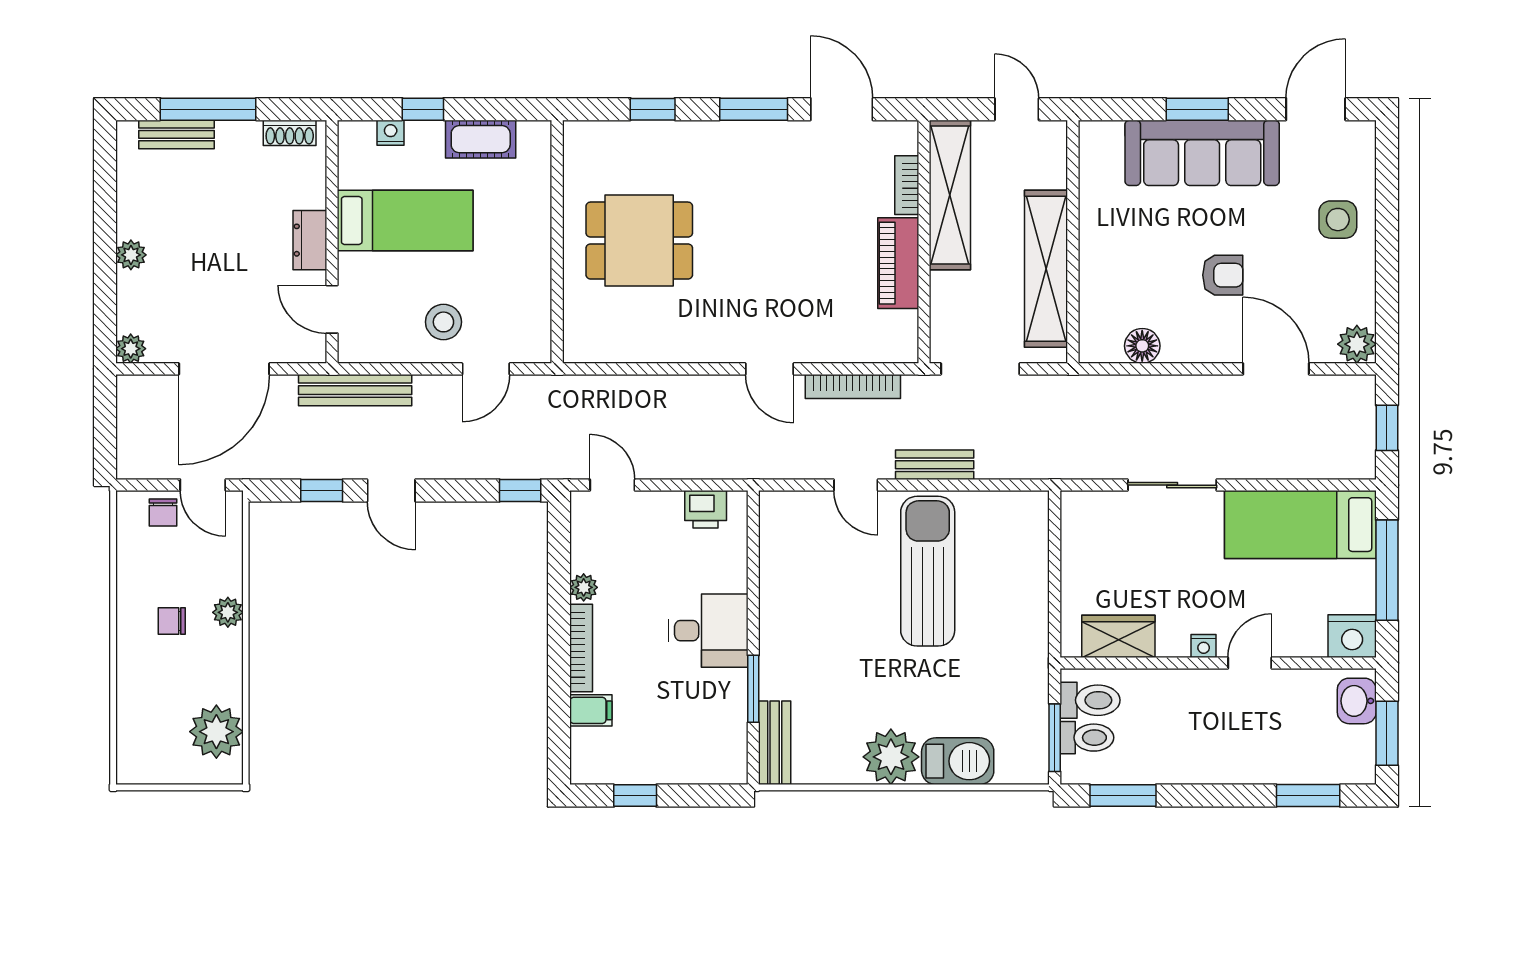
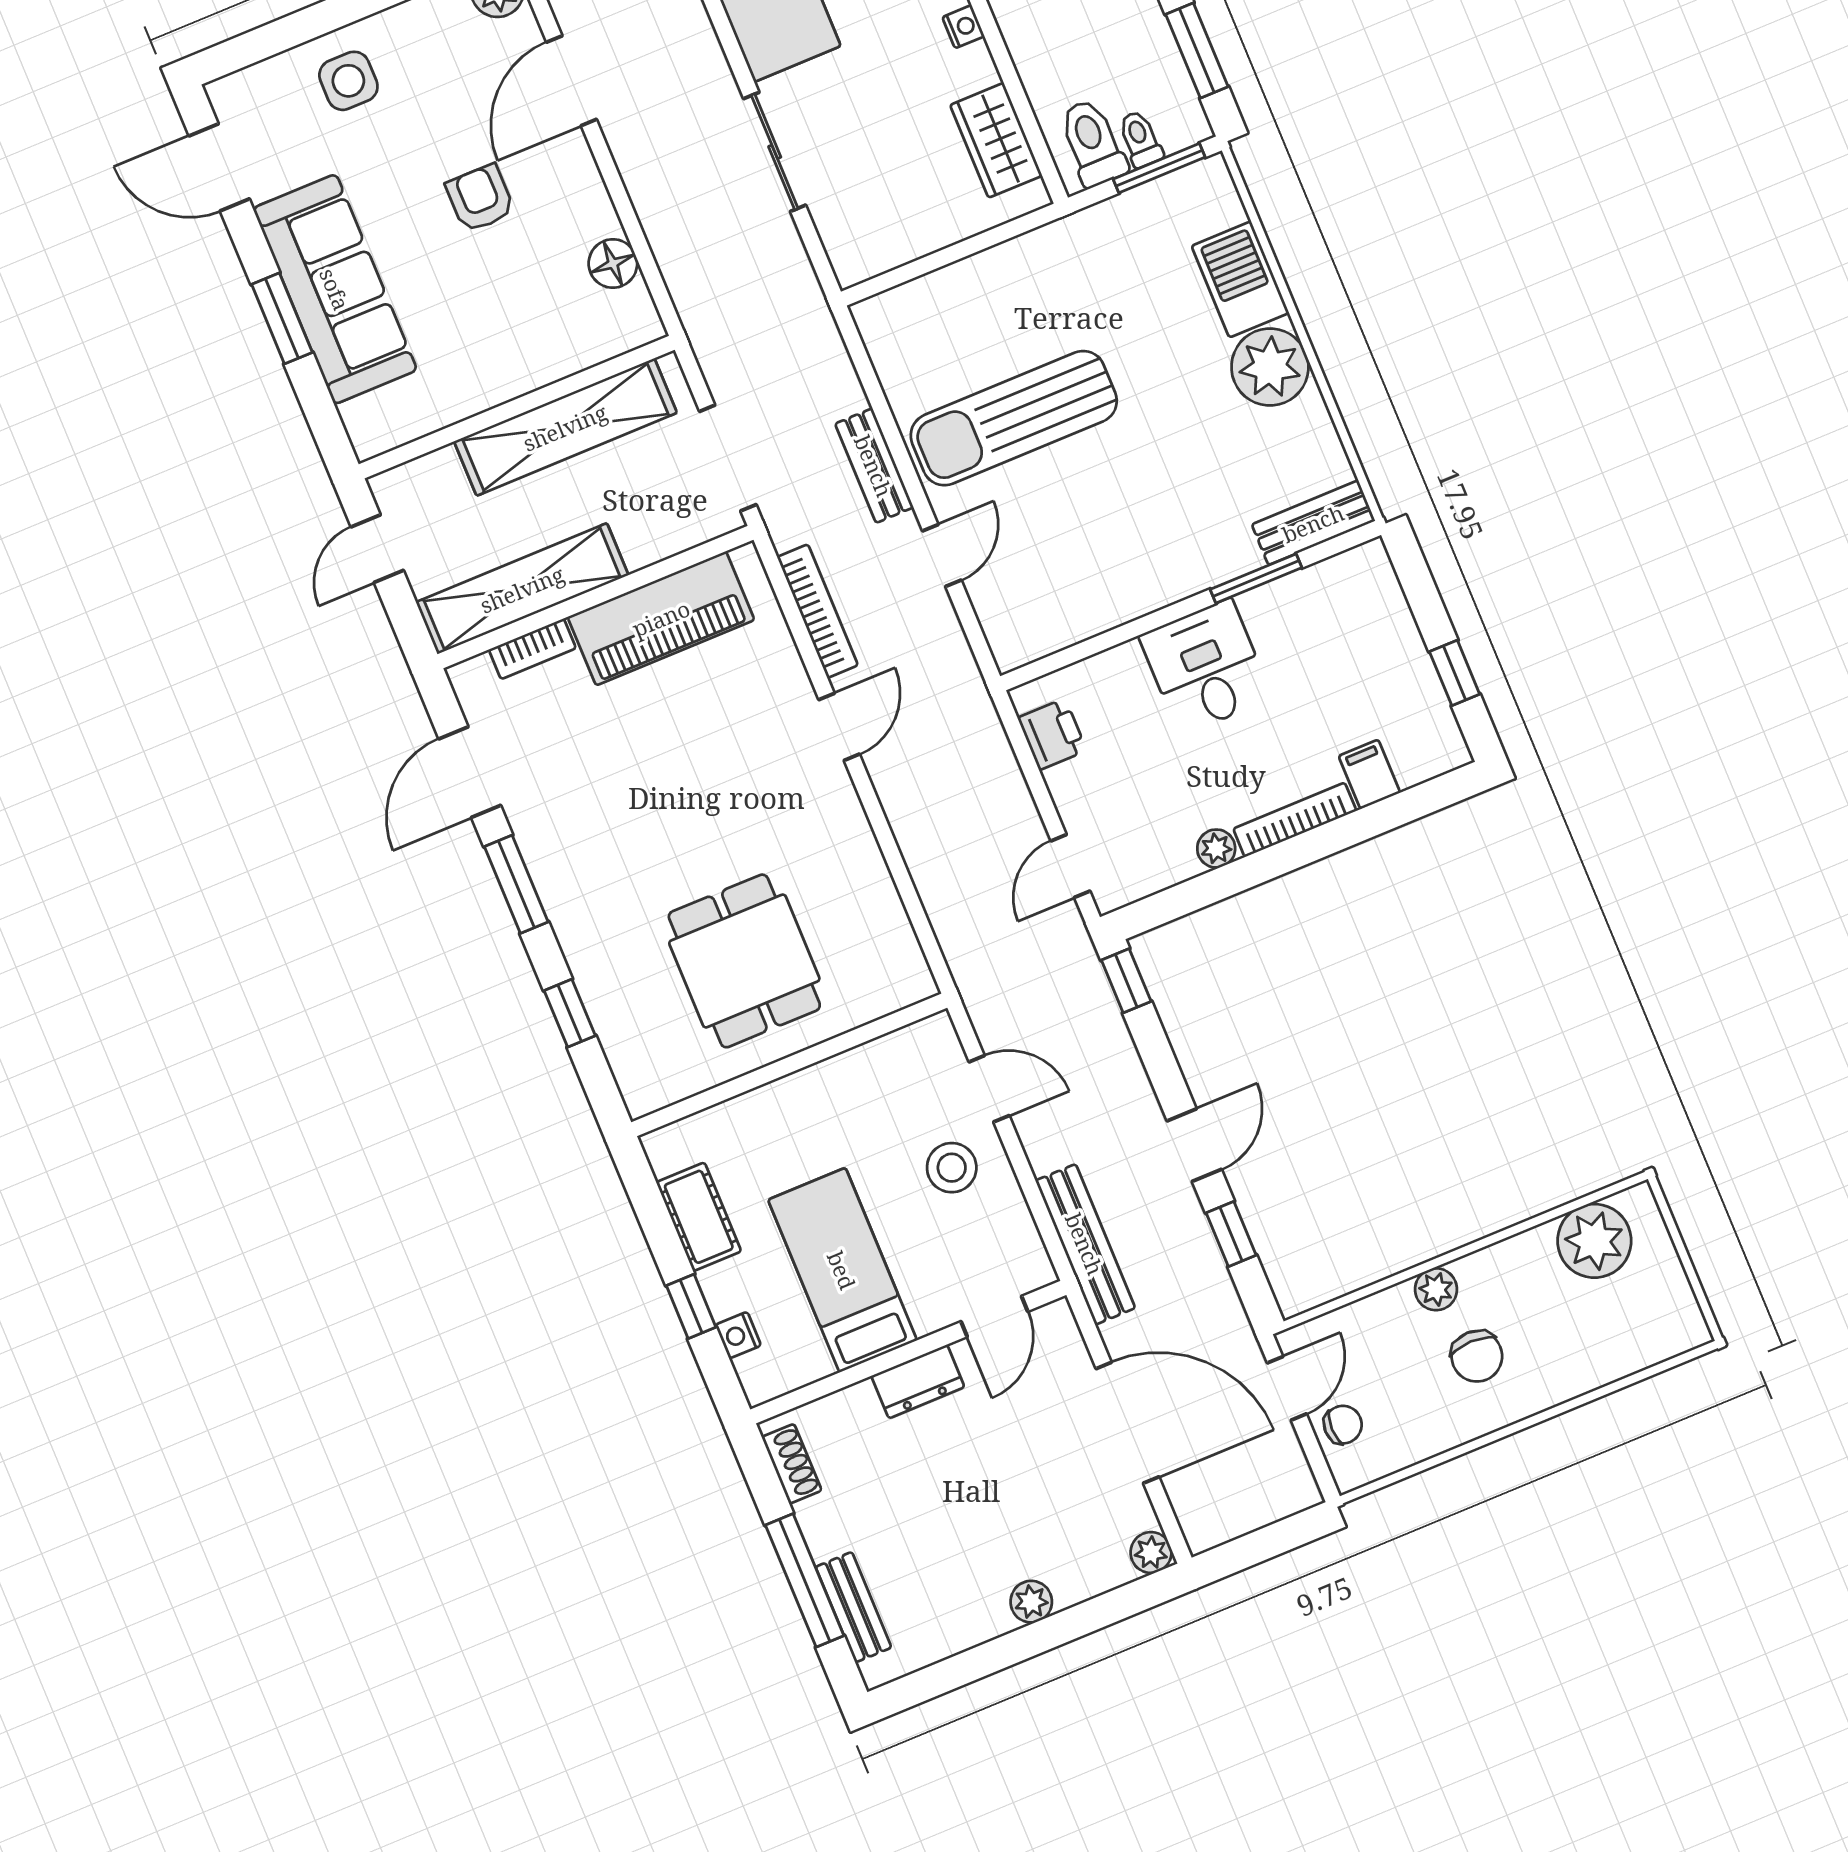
piano: (898, 263) -> (661, 618), width x1.37, depth x1.33
chair: (172, 621) -> (1477, 1356), width x1.37, depth x1.37
toilet: (1087, 738) -> (1140, 139), width x0.73, depth x0.72

